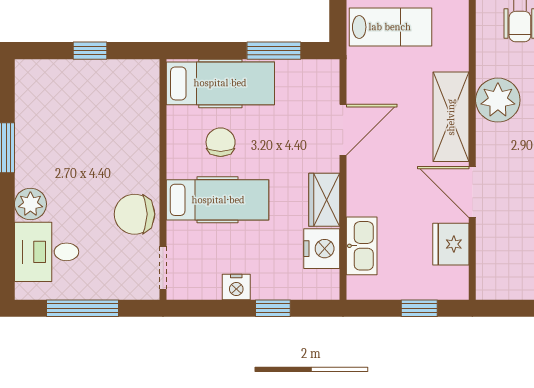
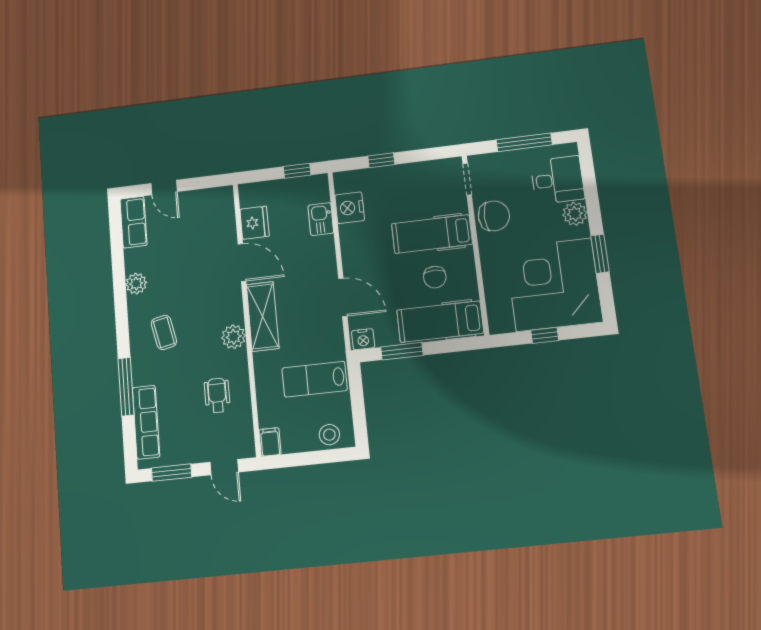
plant: (498, 100) -> (234, 337), width x0.73, depth x0.73
corner desk: (70, 114) -> (554, 285), added
door: (343, 130) -> (343, 297), swing flipped
wardrobe: (324, 200) -> (352, 244), removed
kitchen sink: (362, 246) -> (321, 219), width x0.73
nightstand: (236, 287) -> (363, 339), moved, turned 180
window: (419, 308) -> (297, 171), moved

